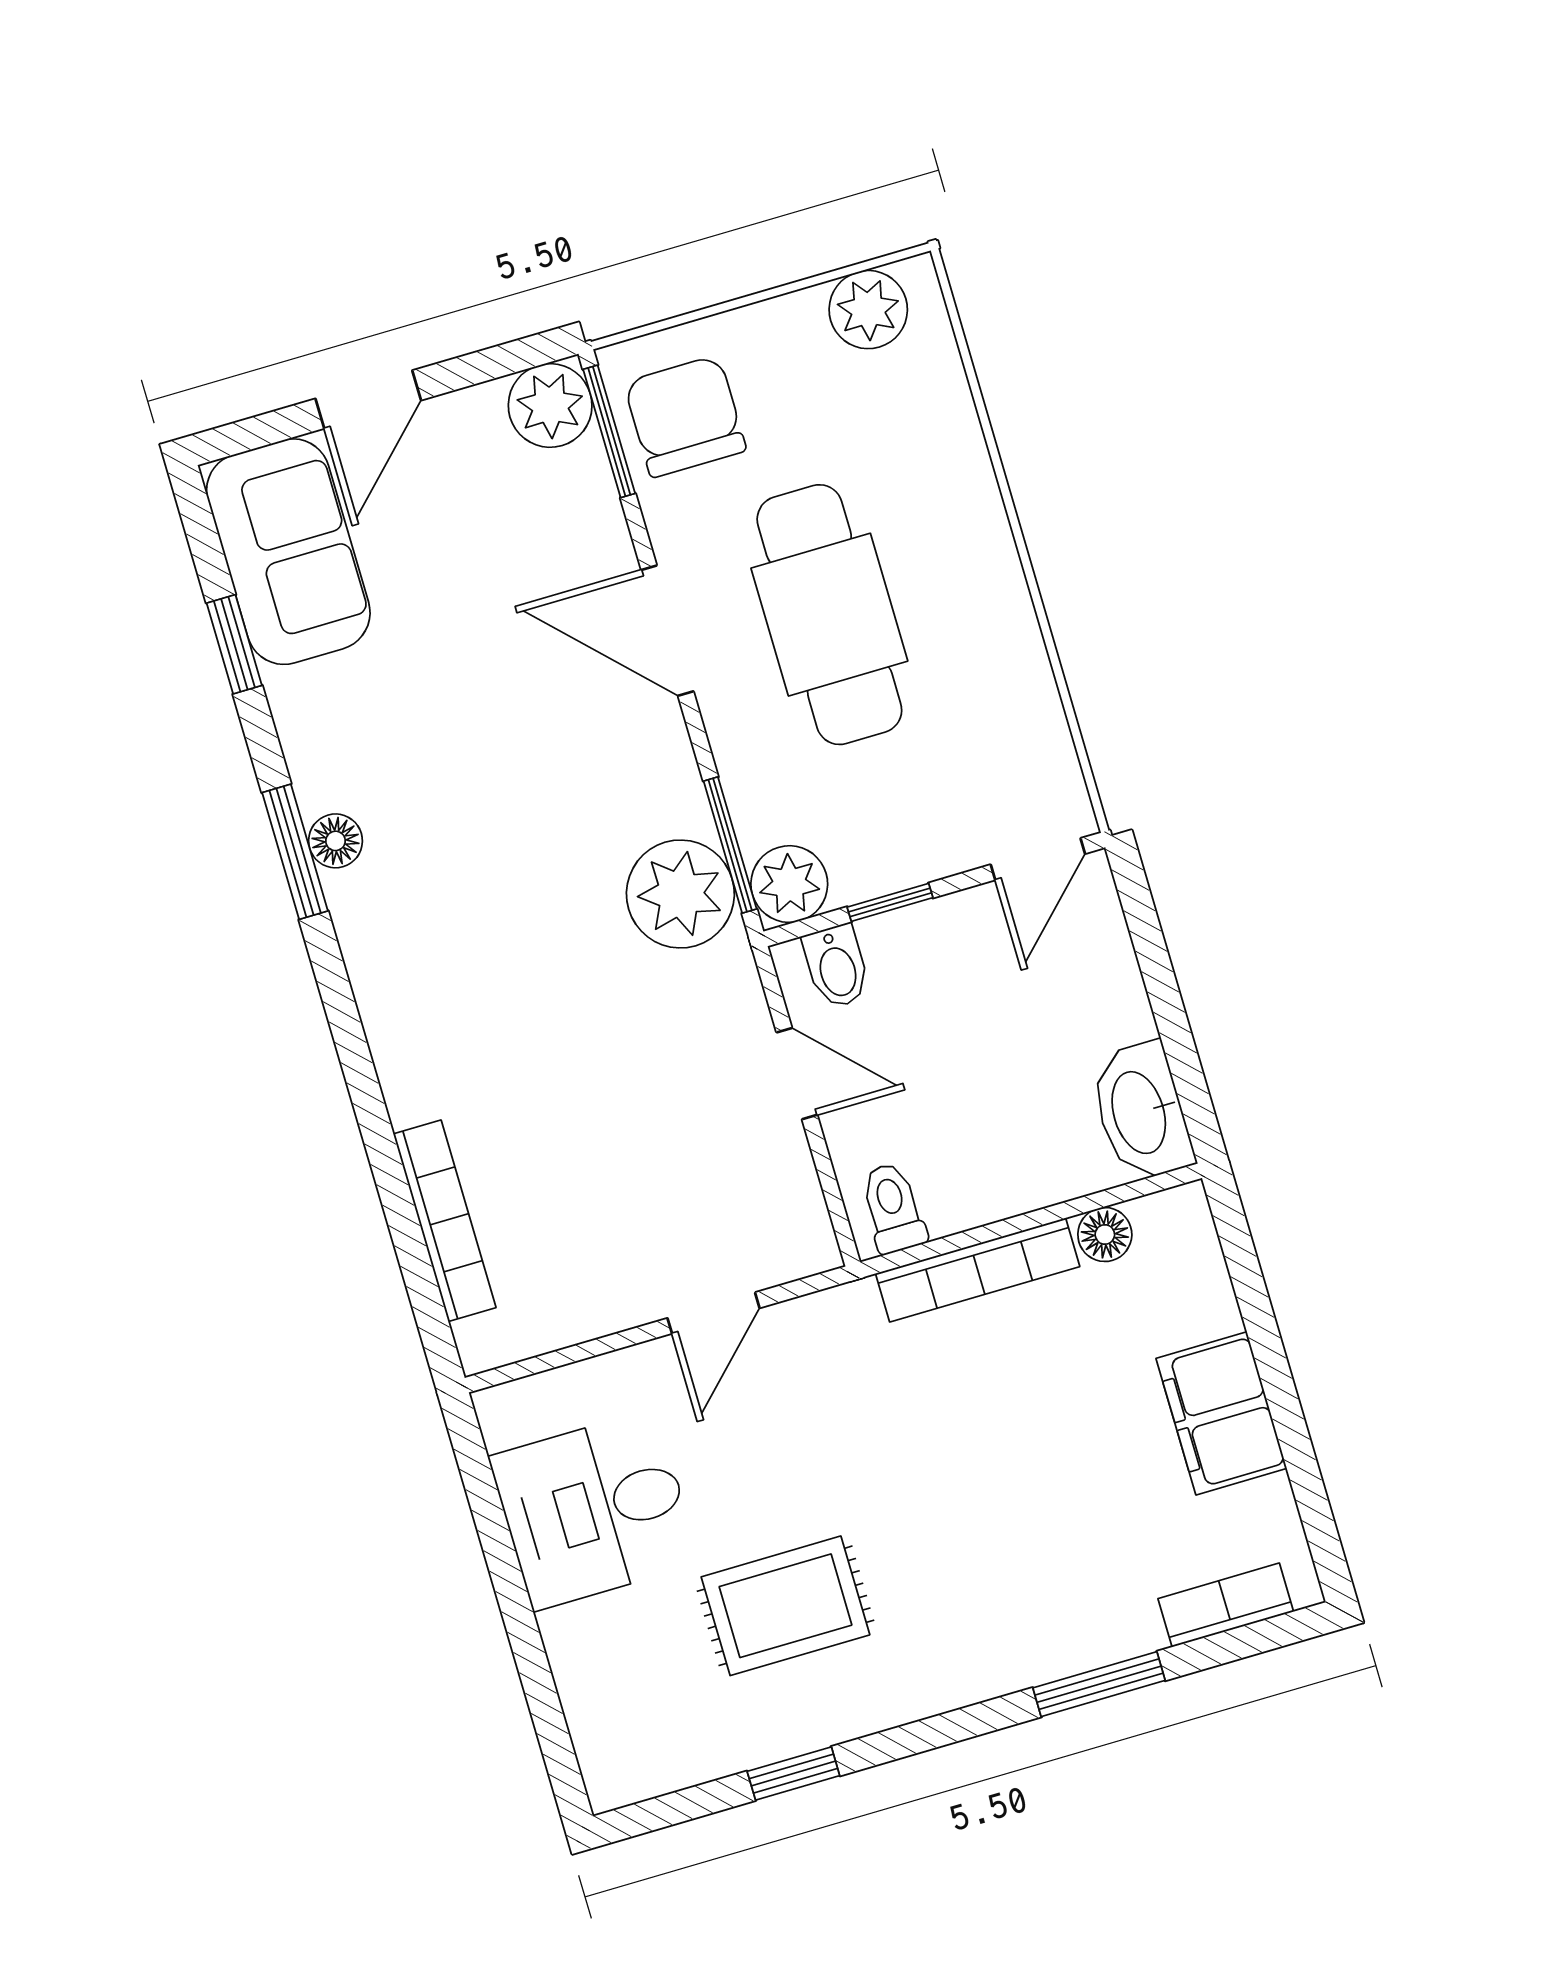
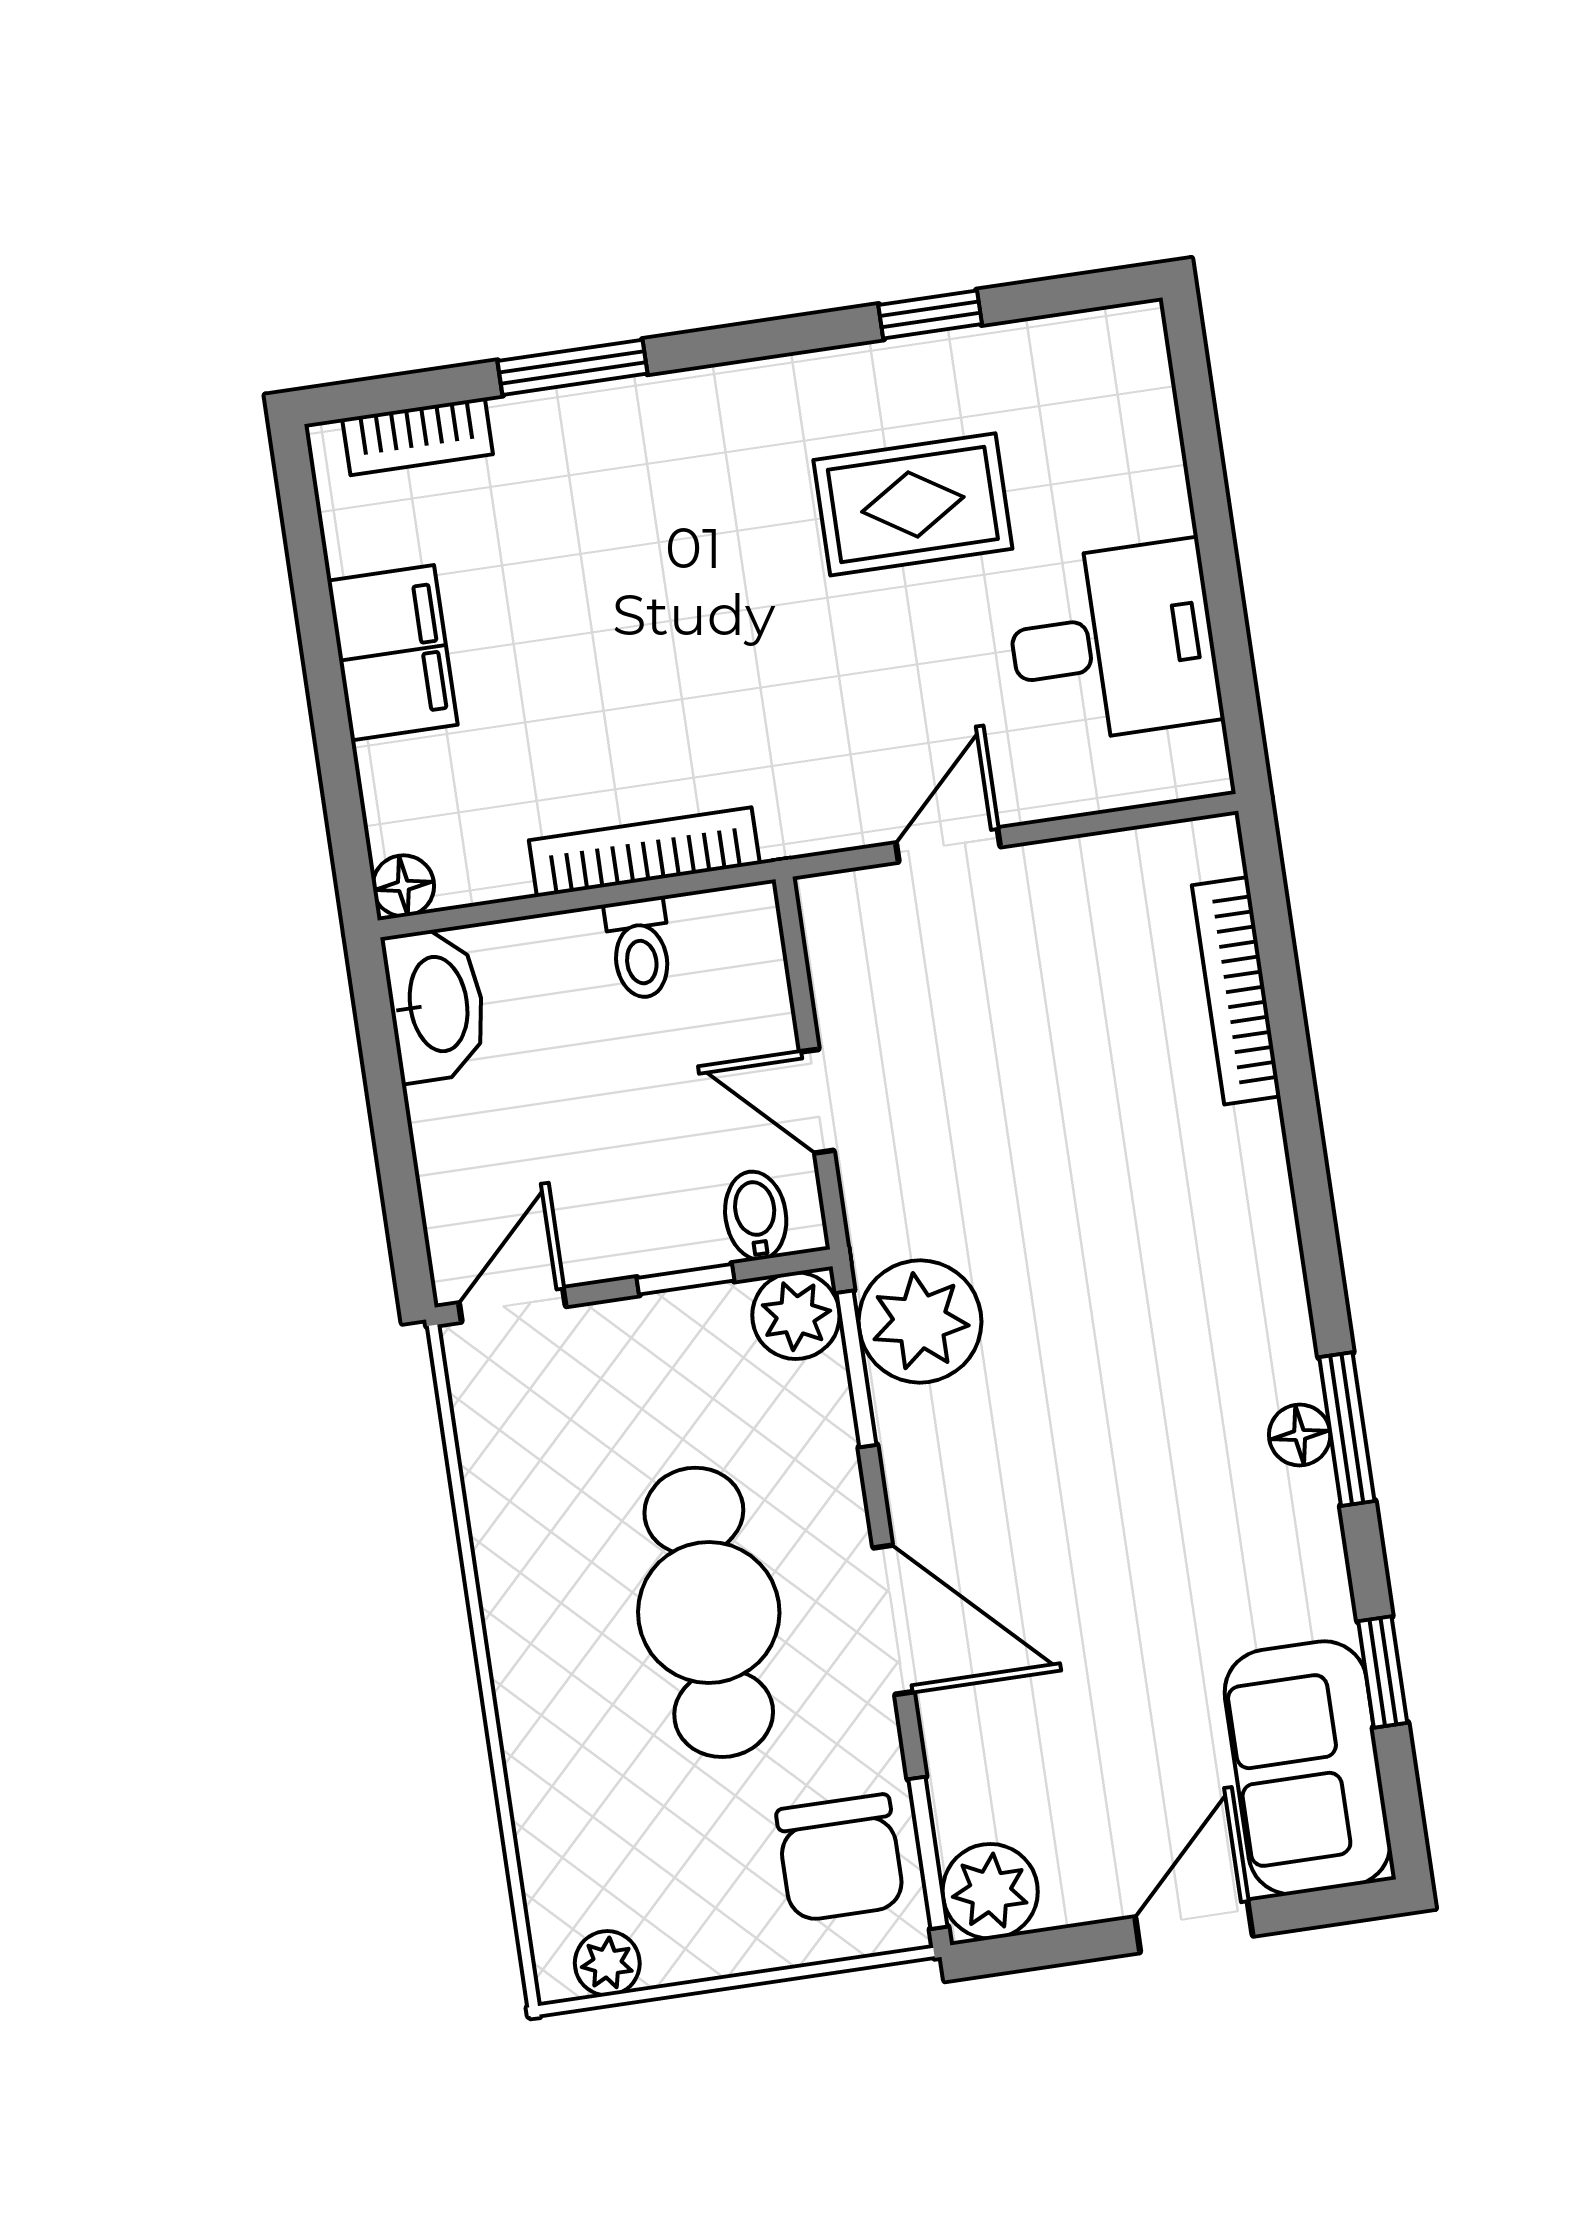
plant: (868, 310) -> (607, 1963), width x0.73, depth x0.73
toilet: (893, 1208) -> (640, 948), moved
floor lamp: (1105, 1235) -> (403, 886), moved

